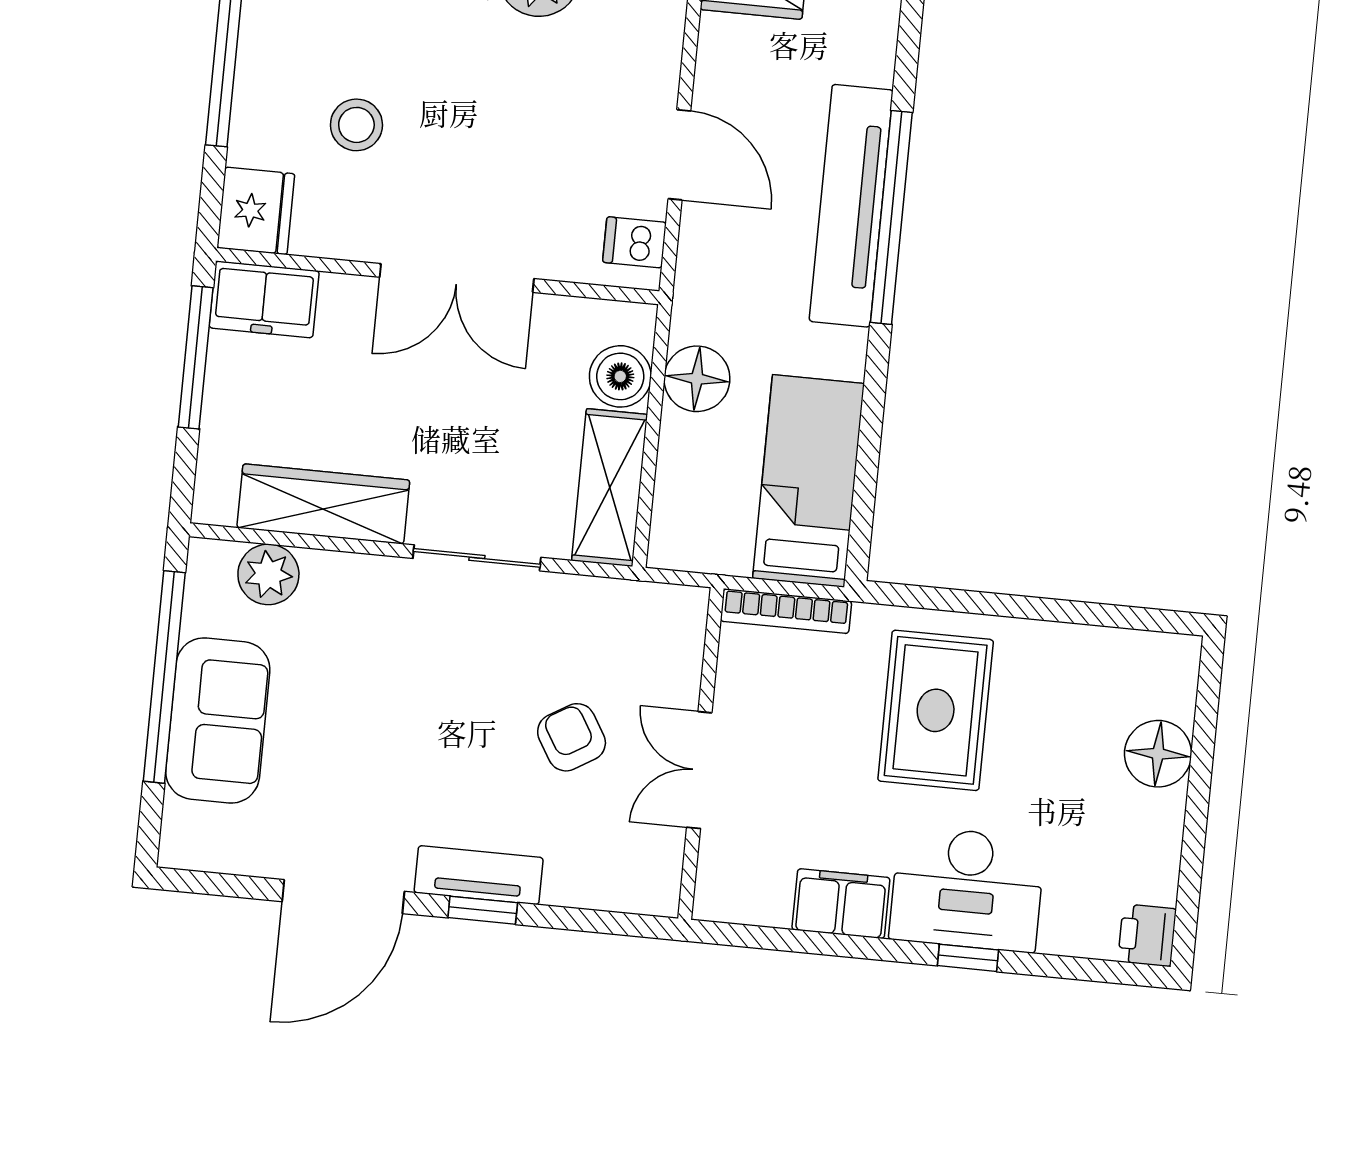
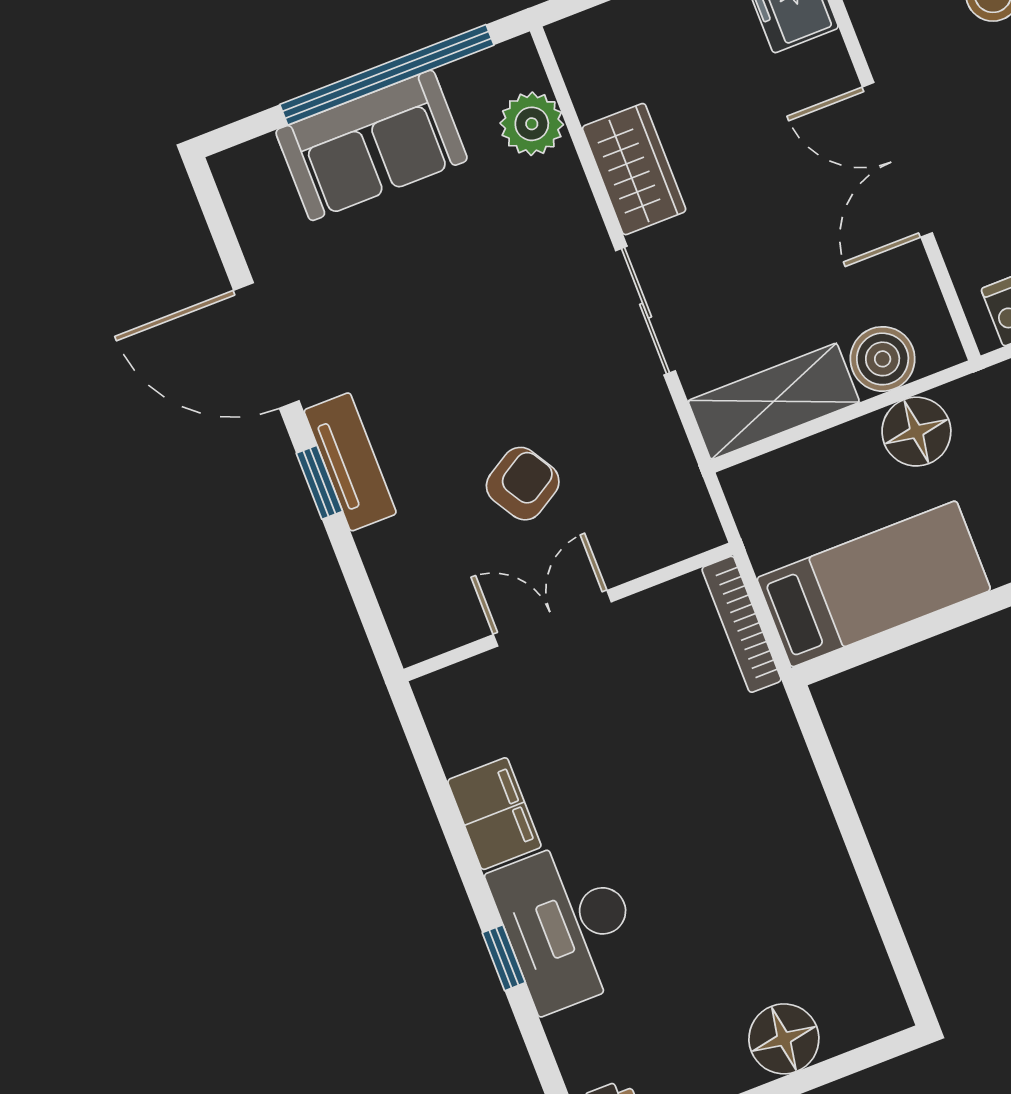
wardrobe: (323, 504) -> (634, 169), width x0.67
rug: (936, 710) -> (719, 811), removed

